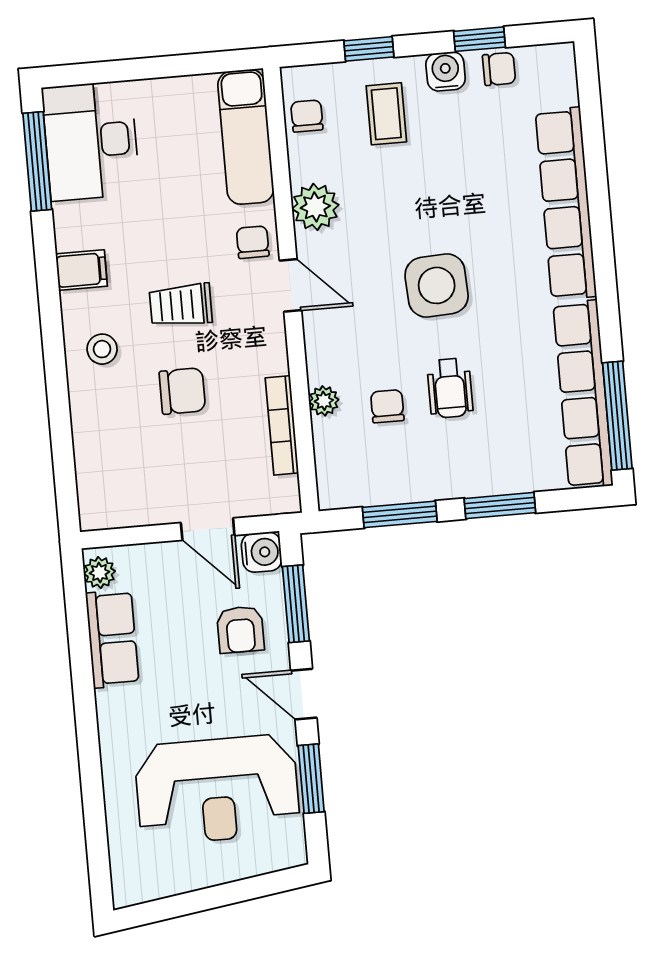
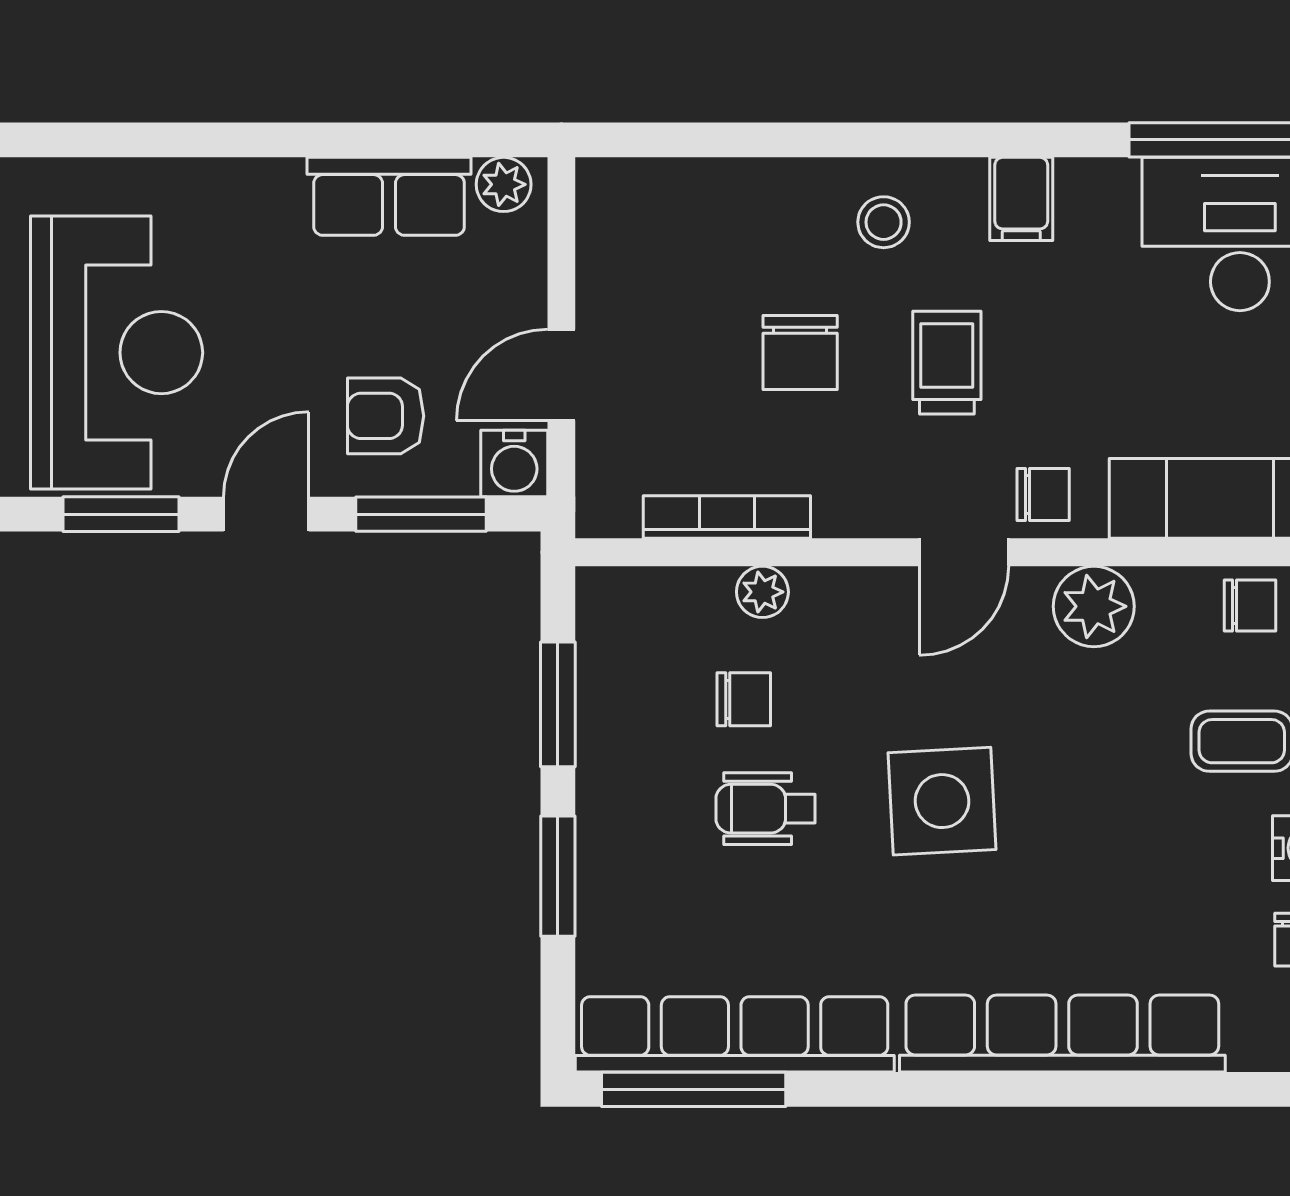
reception desk: (217, 790) -> (117, 353), turned 180

